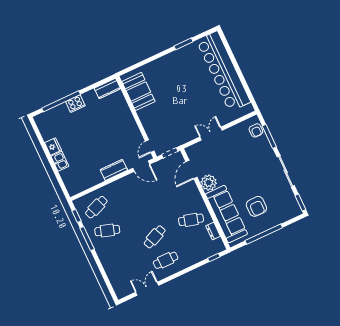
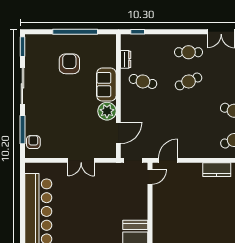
door: (141, 166) -> (168, 160), hinge flipped
kitchen counter: (114, 170) -> (217, 170), moved
sofa: (226, 214) -> (106, 85), width x0.54, depth x0.79

